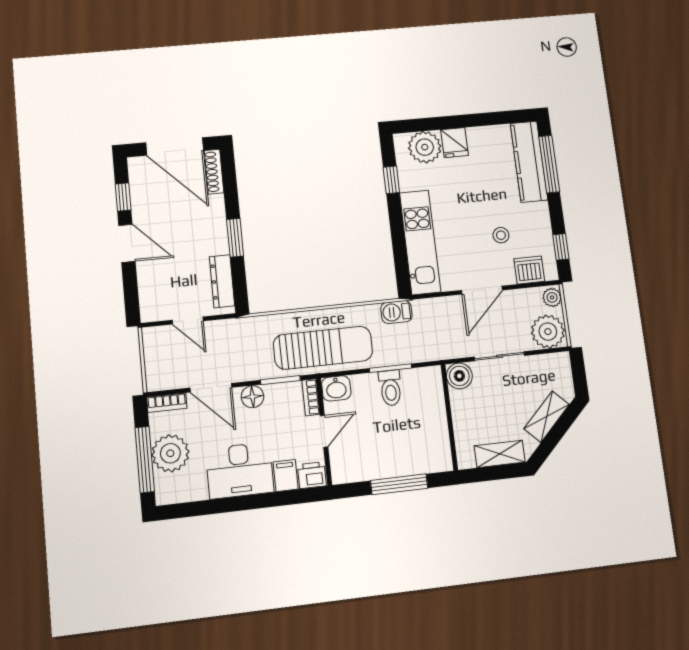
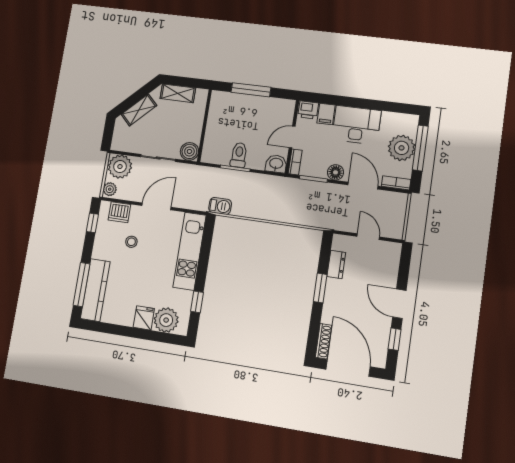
dresser: (222, 281) -> (336, 264), width x0.70
sun lounger: (323, 348) -> (278, 194), removed

